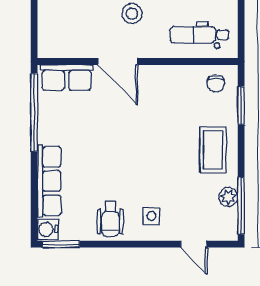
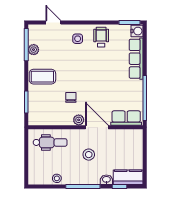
plant: (149, 74) -> (79, 120), added
chair: (216, 84) -> (71, 97), moved
coffee table: (213, 150) -> (42, 77), turned 90

